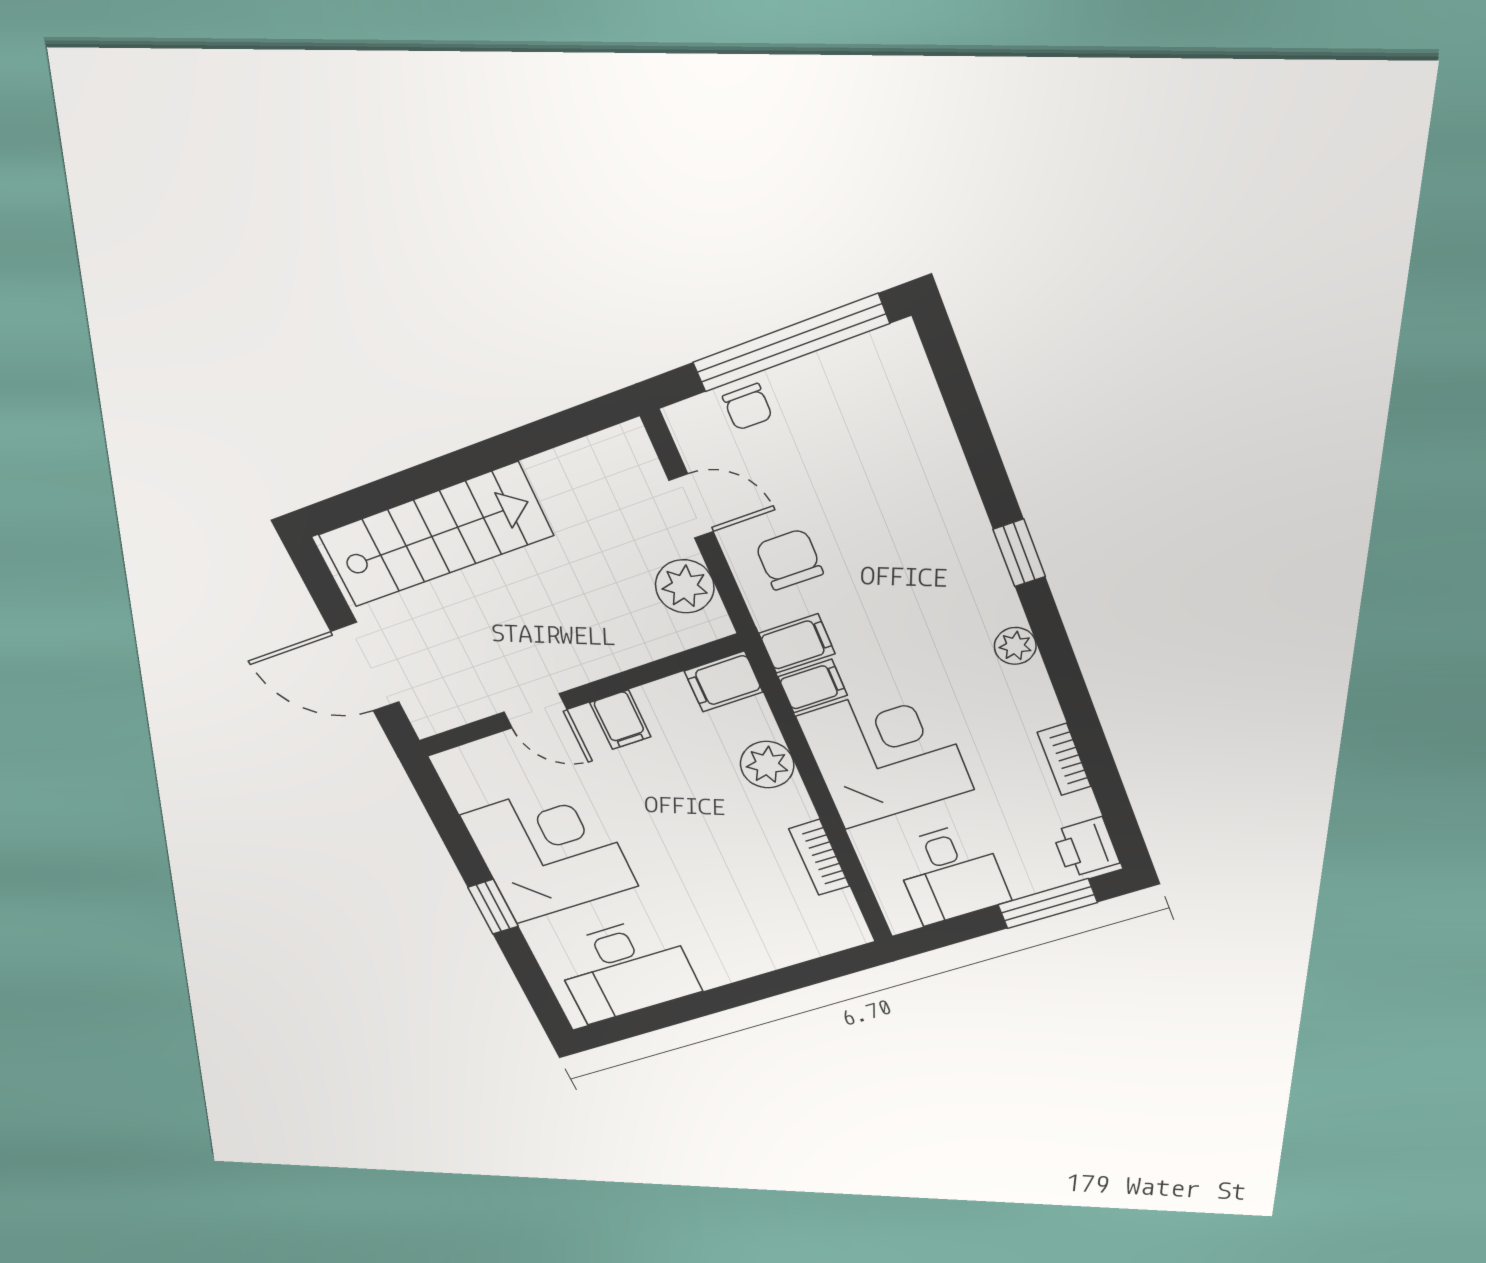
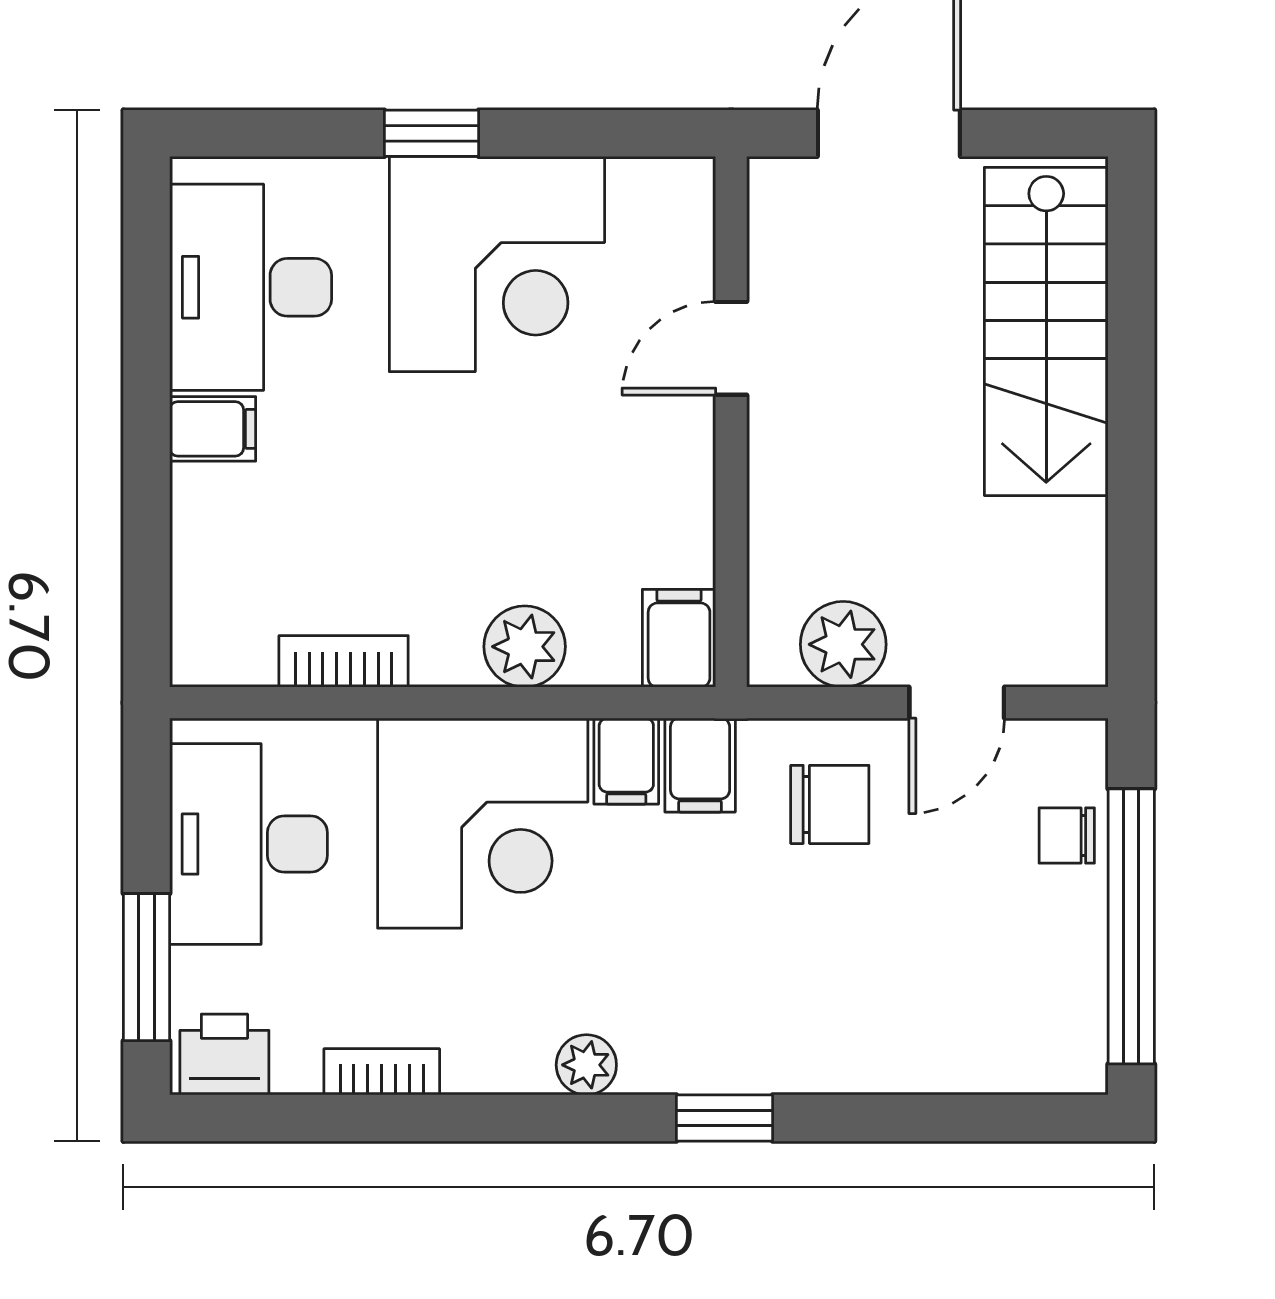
filing cabinet: (620, 720) -> (213, 429), moved, turned 180
desk: (951, 873) -> (248, 844), width x1.37

